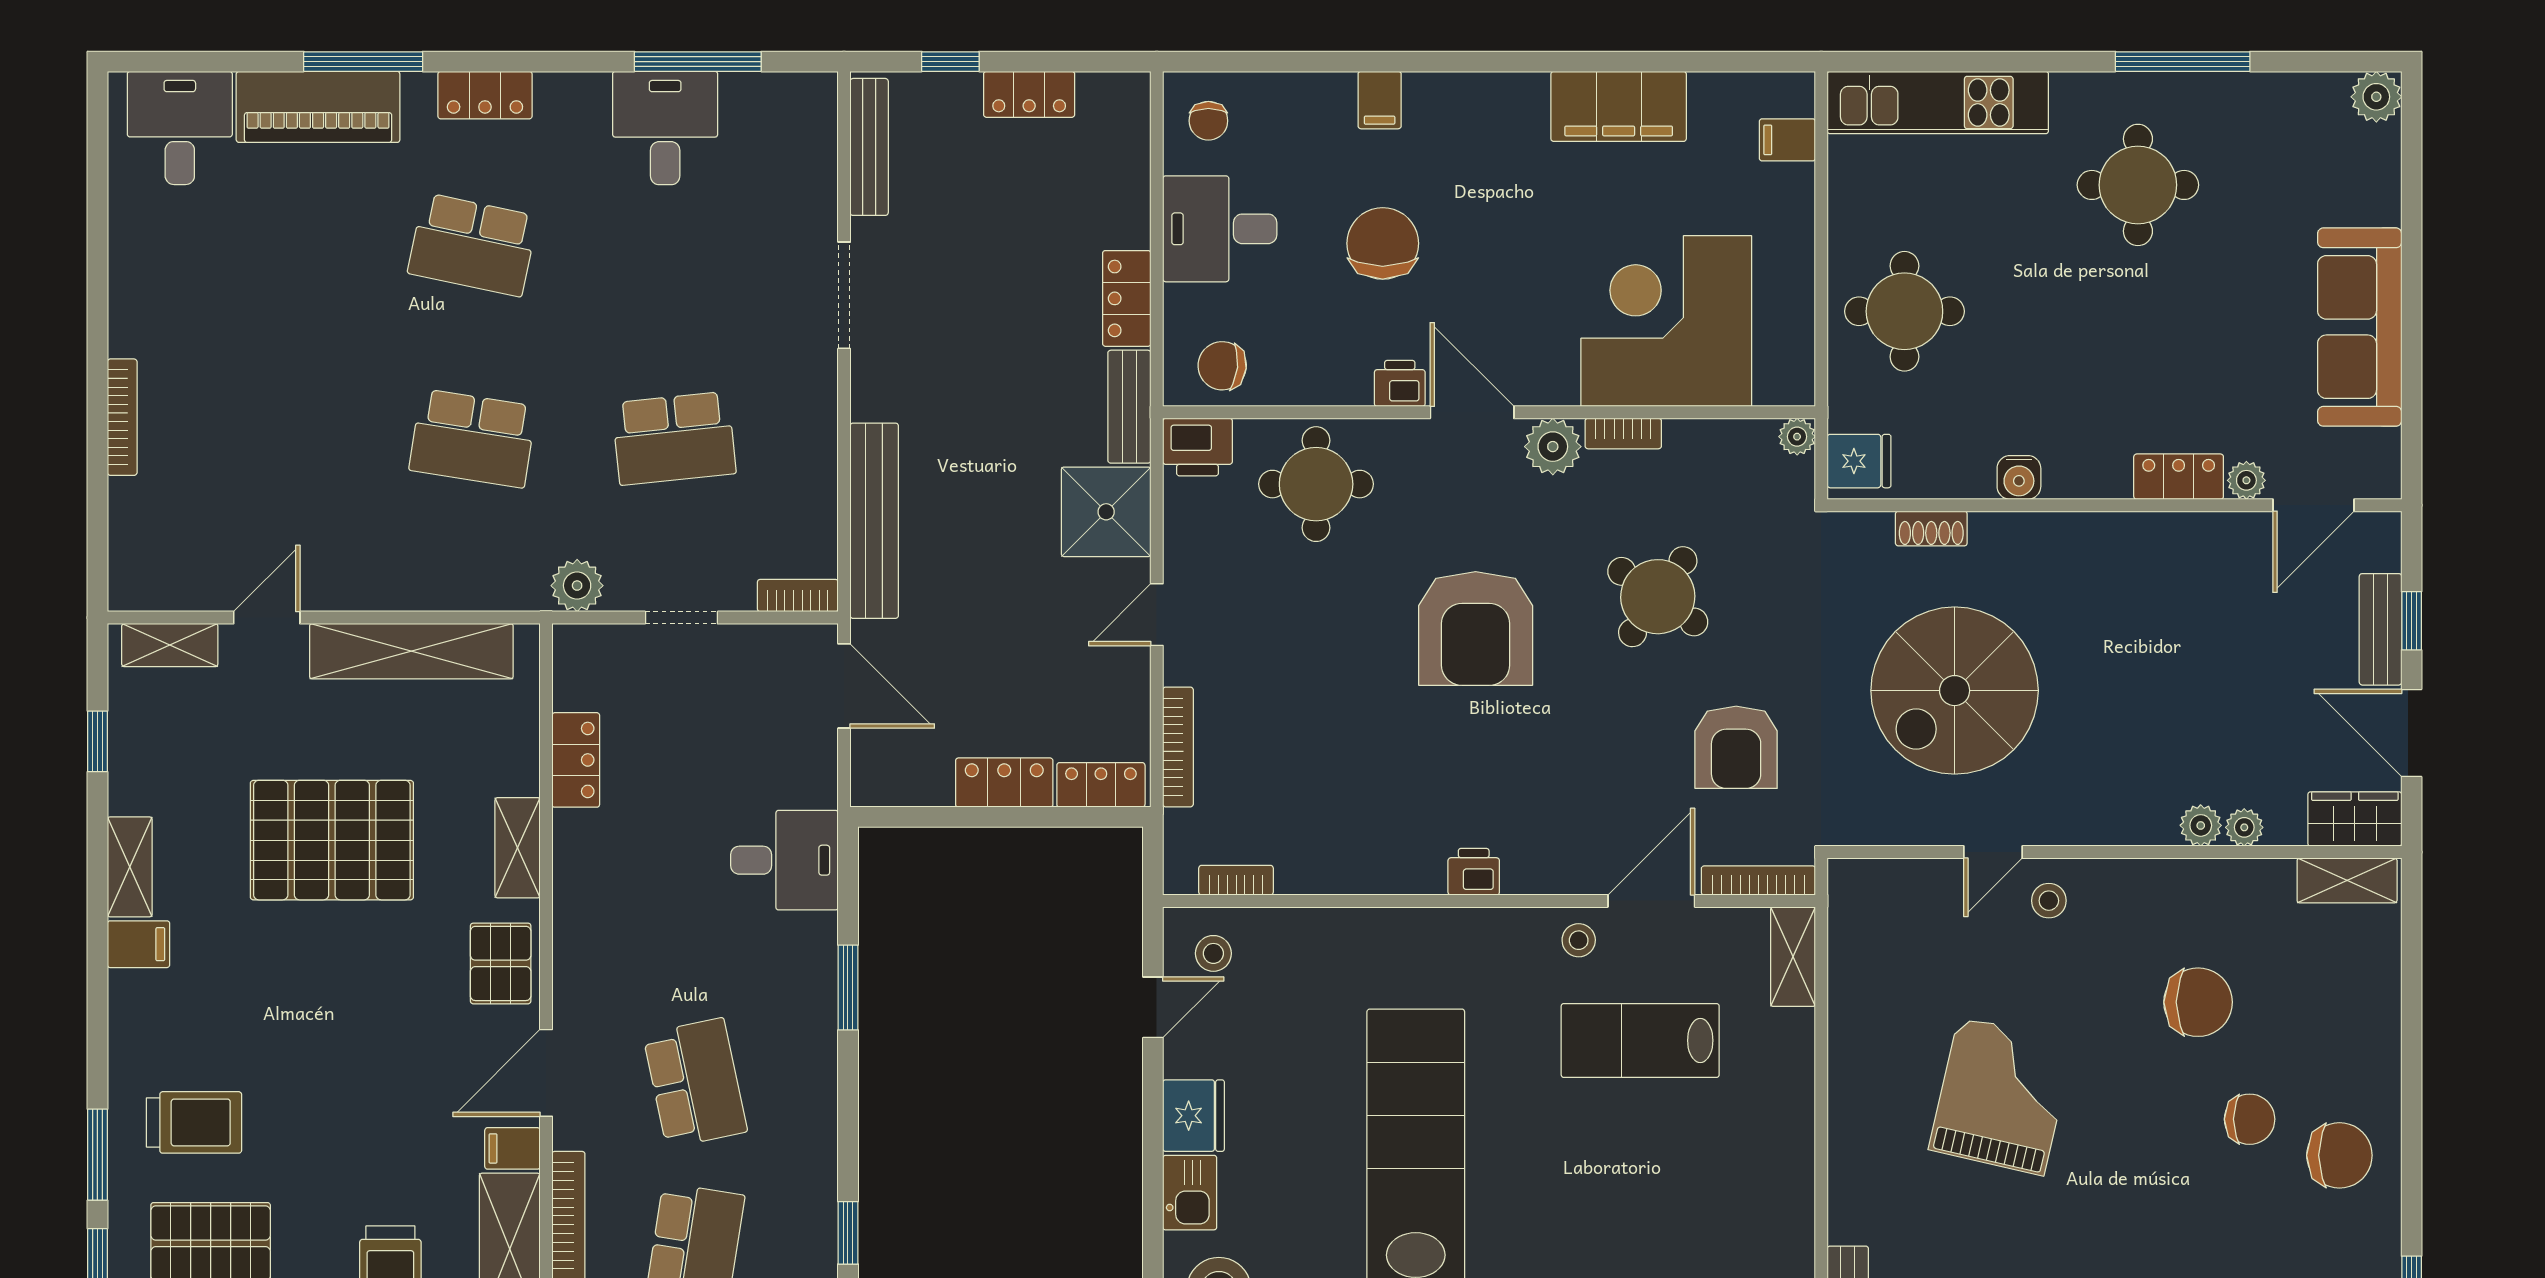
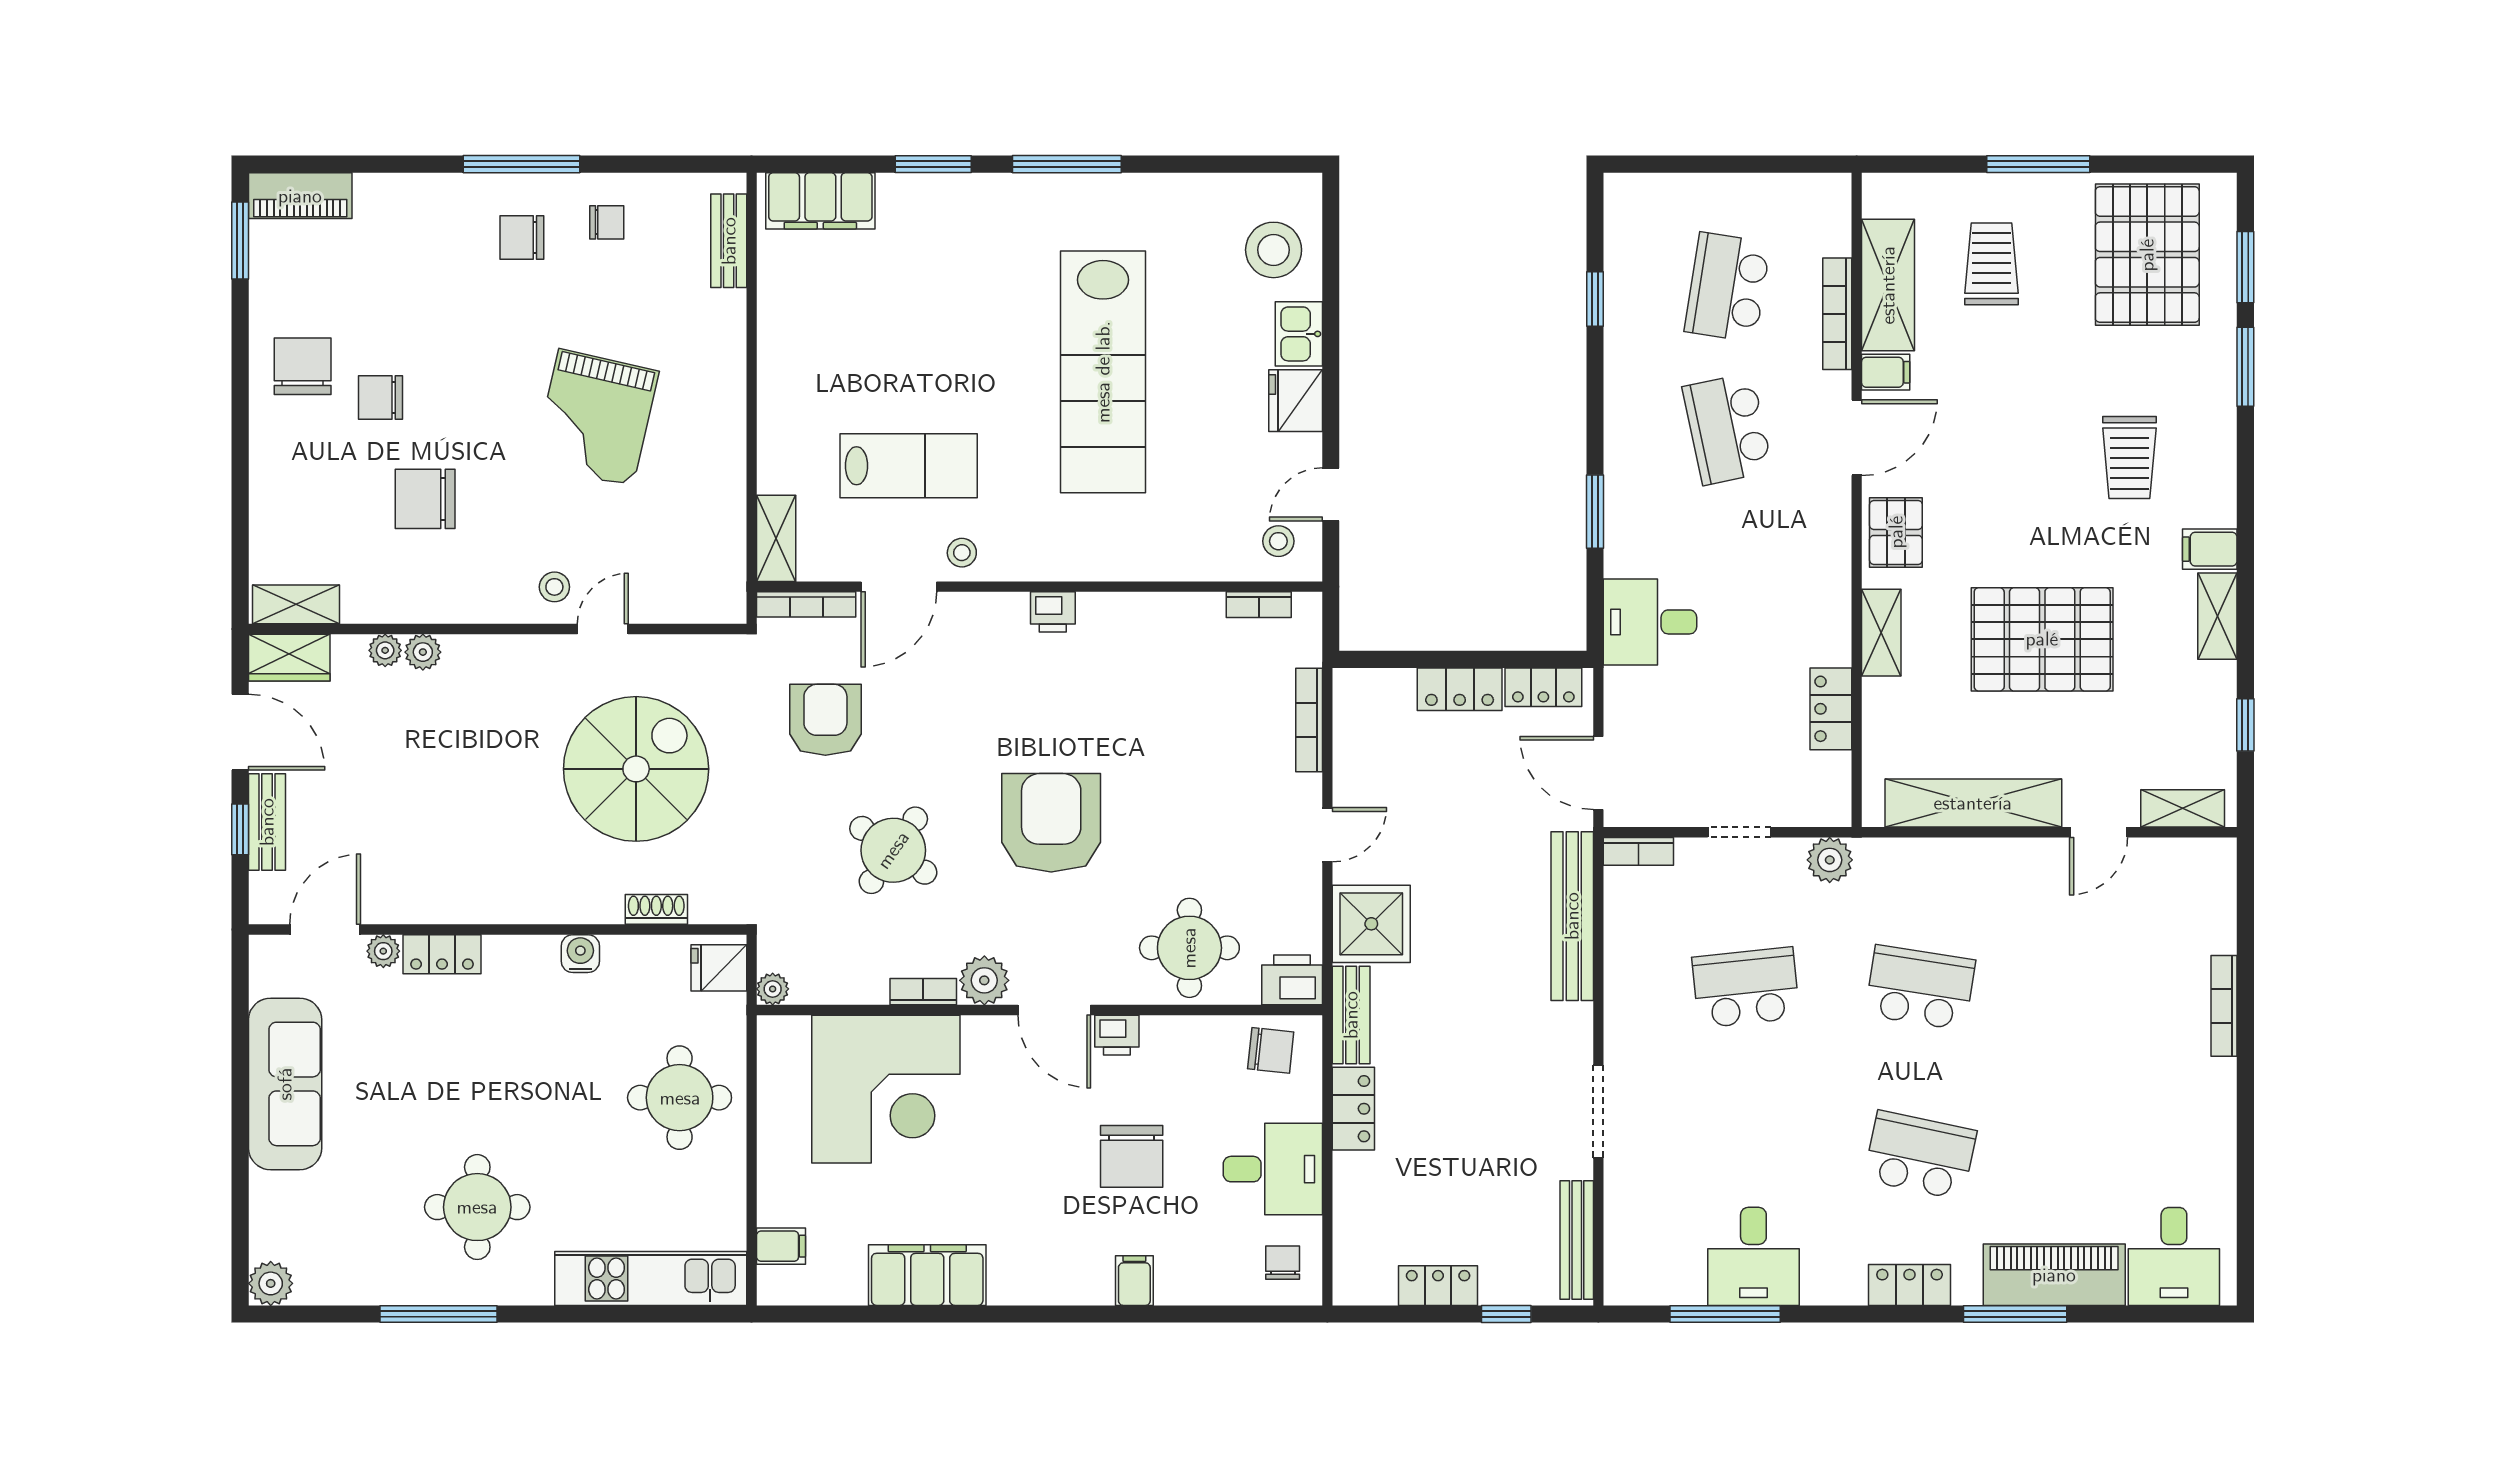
locker: (1101, 785) -> (1543, 687), moved
trolley: (194, 1122) -> (2129, 457), moved, turned -90
chair: (2339, 1155) -> (303, 366), turned 90

